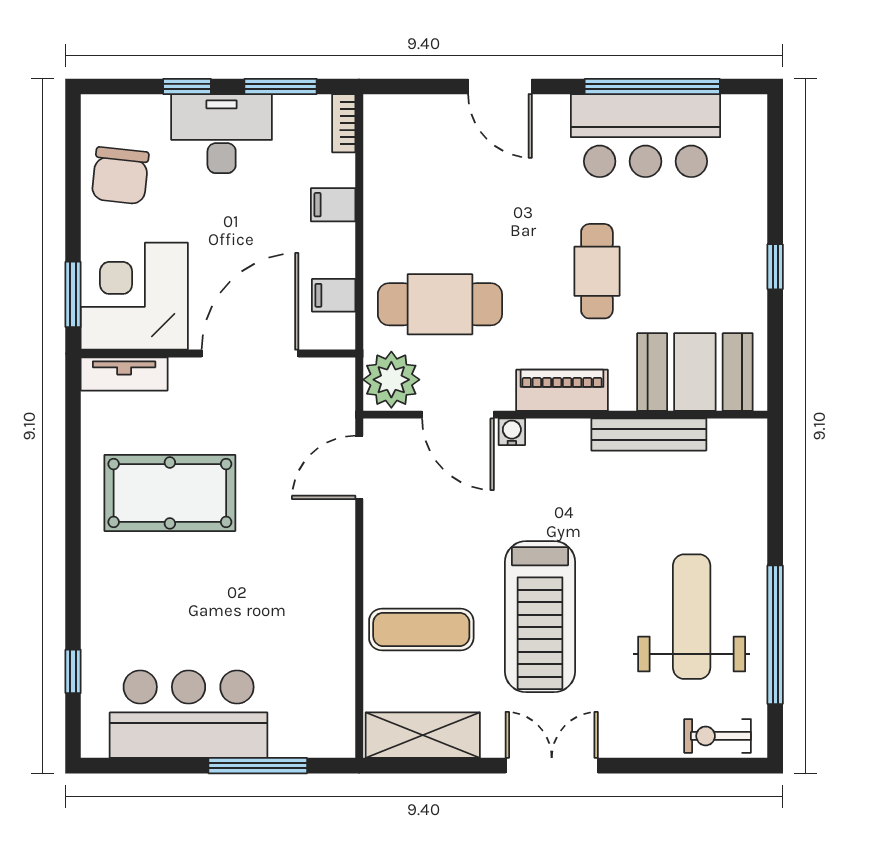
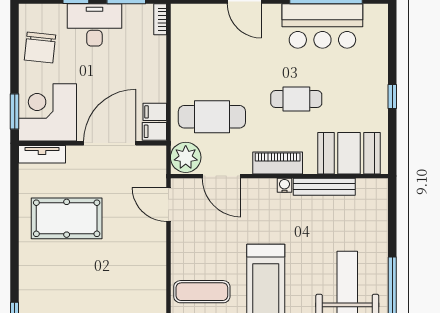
filing cabinet: (333, 205) -> (154, 131), moved
cafe table: (597, 271) -> (296, 99), turned 90
water cooler: (512, 432) -> (284, 185), moved
door: (359, 467) -> (168, 205), hinge flipped

